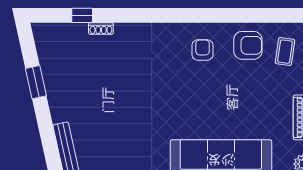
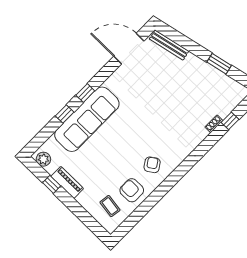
armchair: (248, 45) -> (132, 190), turned 90
armchair: (203, 50) -> (152, 165), turned -124

